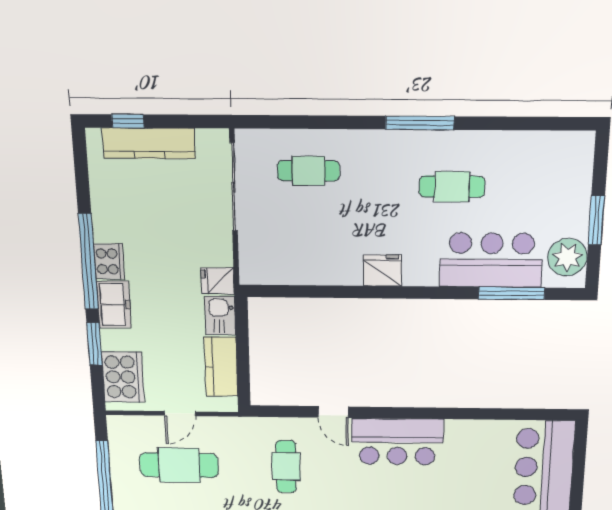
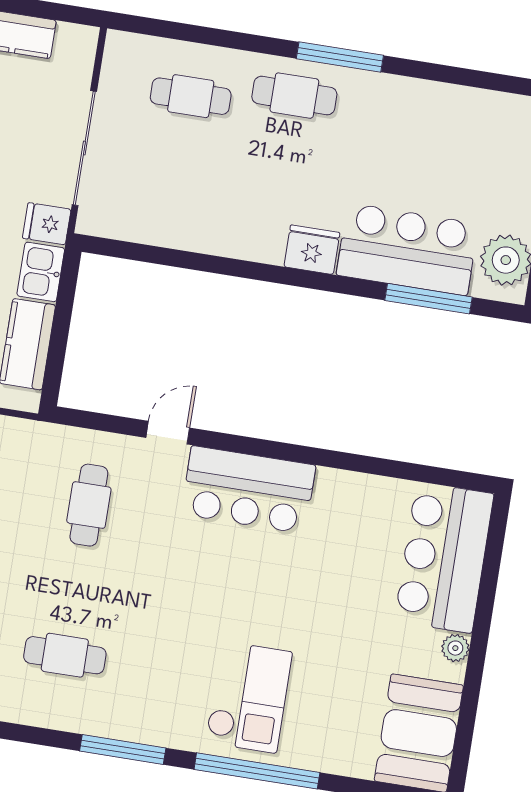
sliding door: (234, 187) -> (84, 148), moved
cafe table: (452, 187) -> (294, 96), moved
fridge: (382, 271) -> (312, 250), moved
door: (333, 412) -> (168, 433), swing flipped

